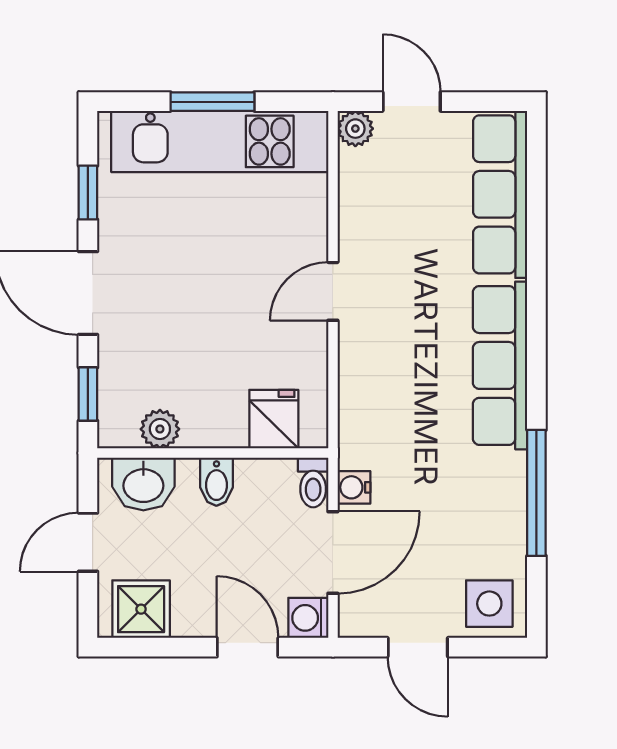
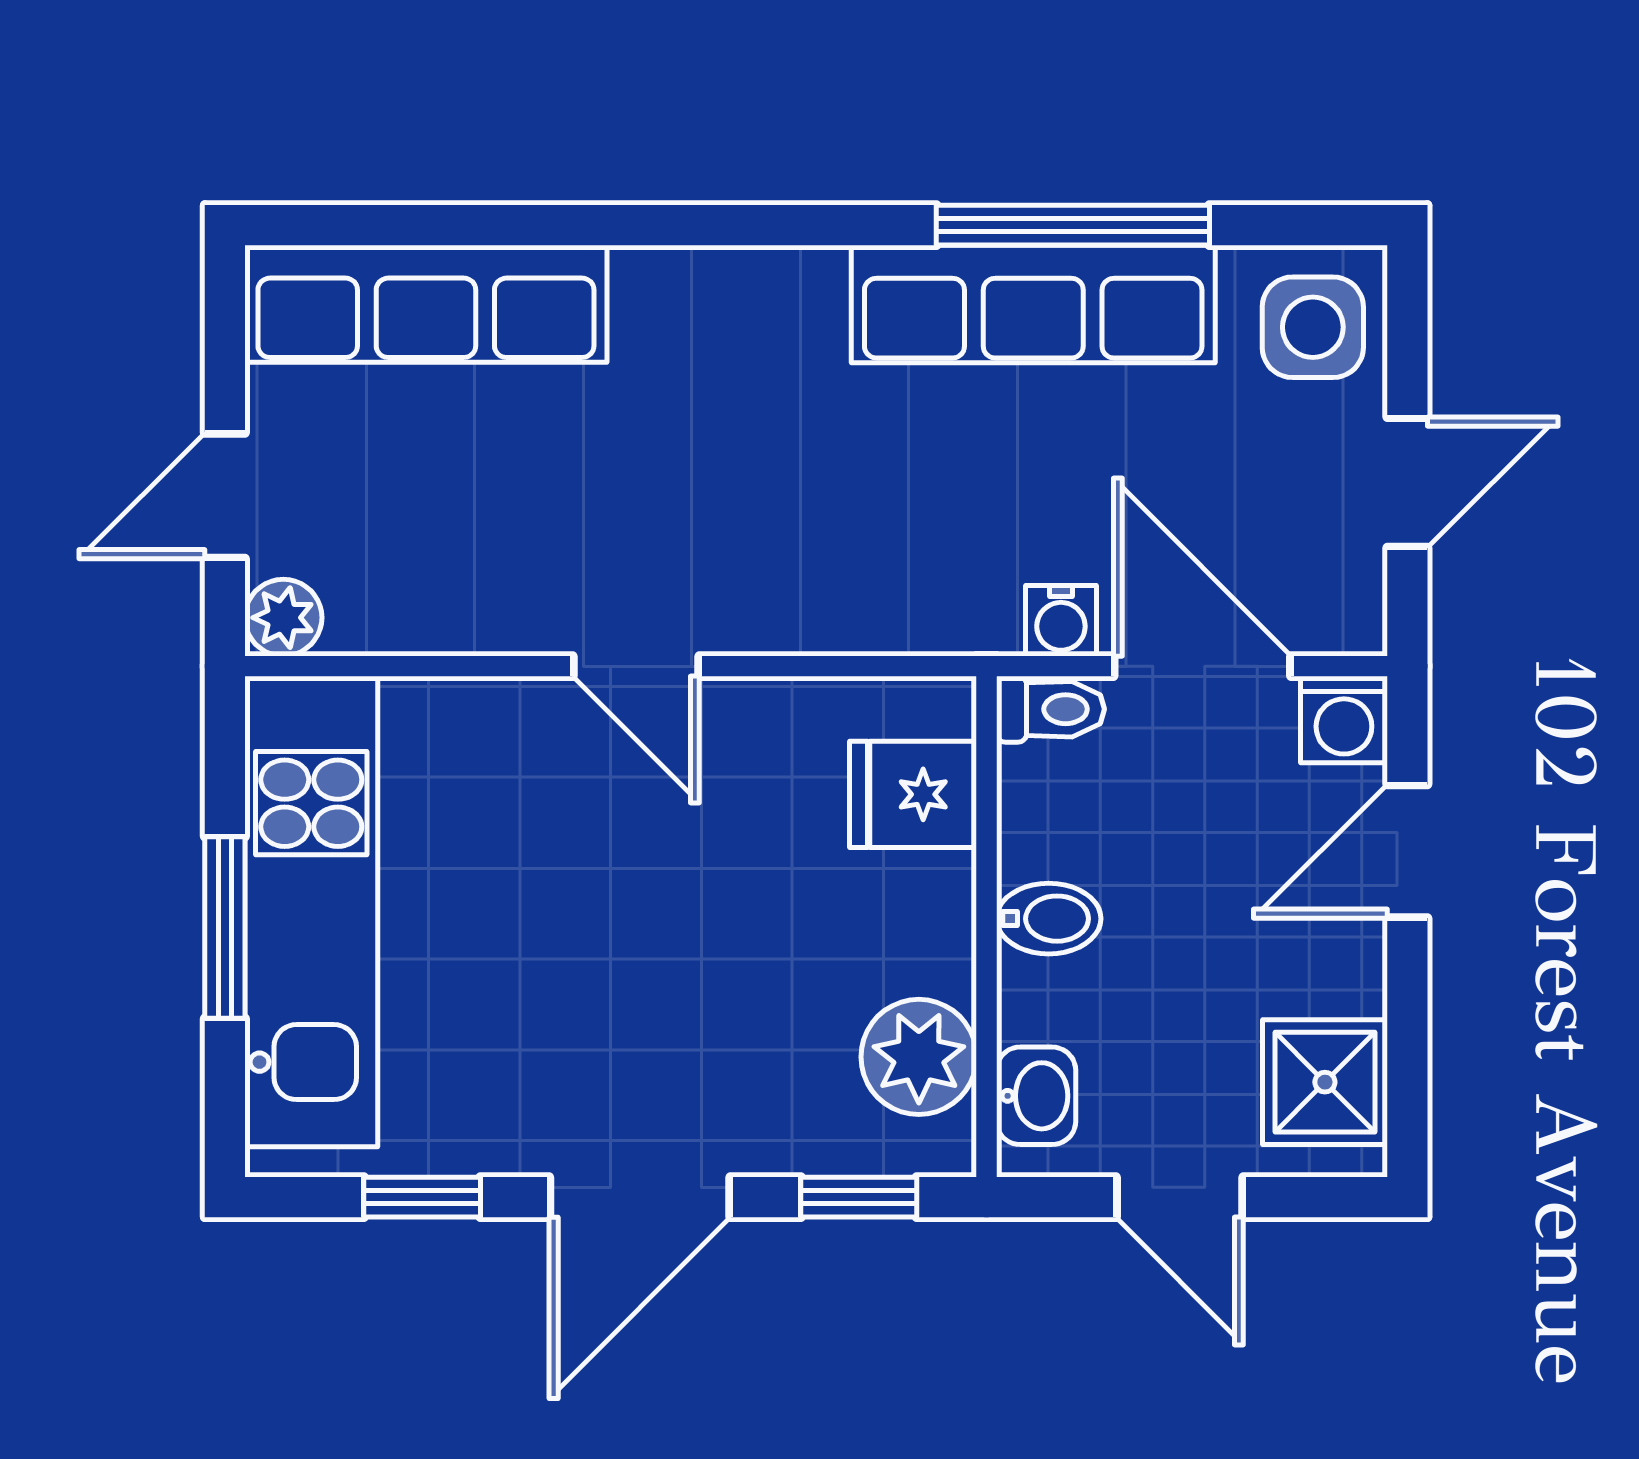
row of seats: (500, 365) -> (1033, 304), moved
plant: (160, 429) -> (919, 1057), width x1.38, depth x1.38
washbasin: (143, 484) -> (1036, 1096), width x0.72, depth x0.69

